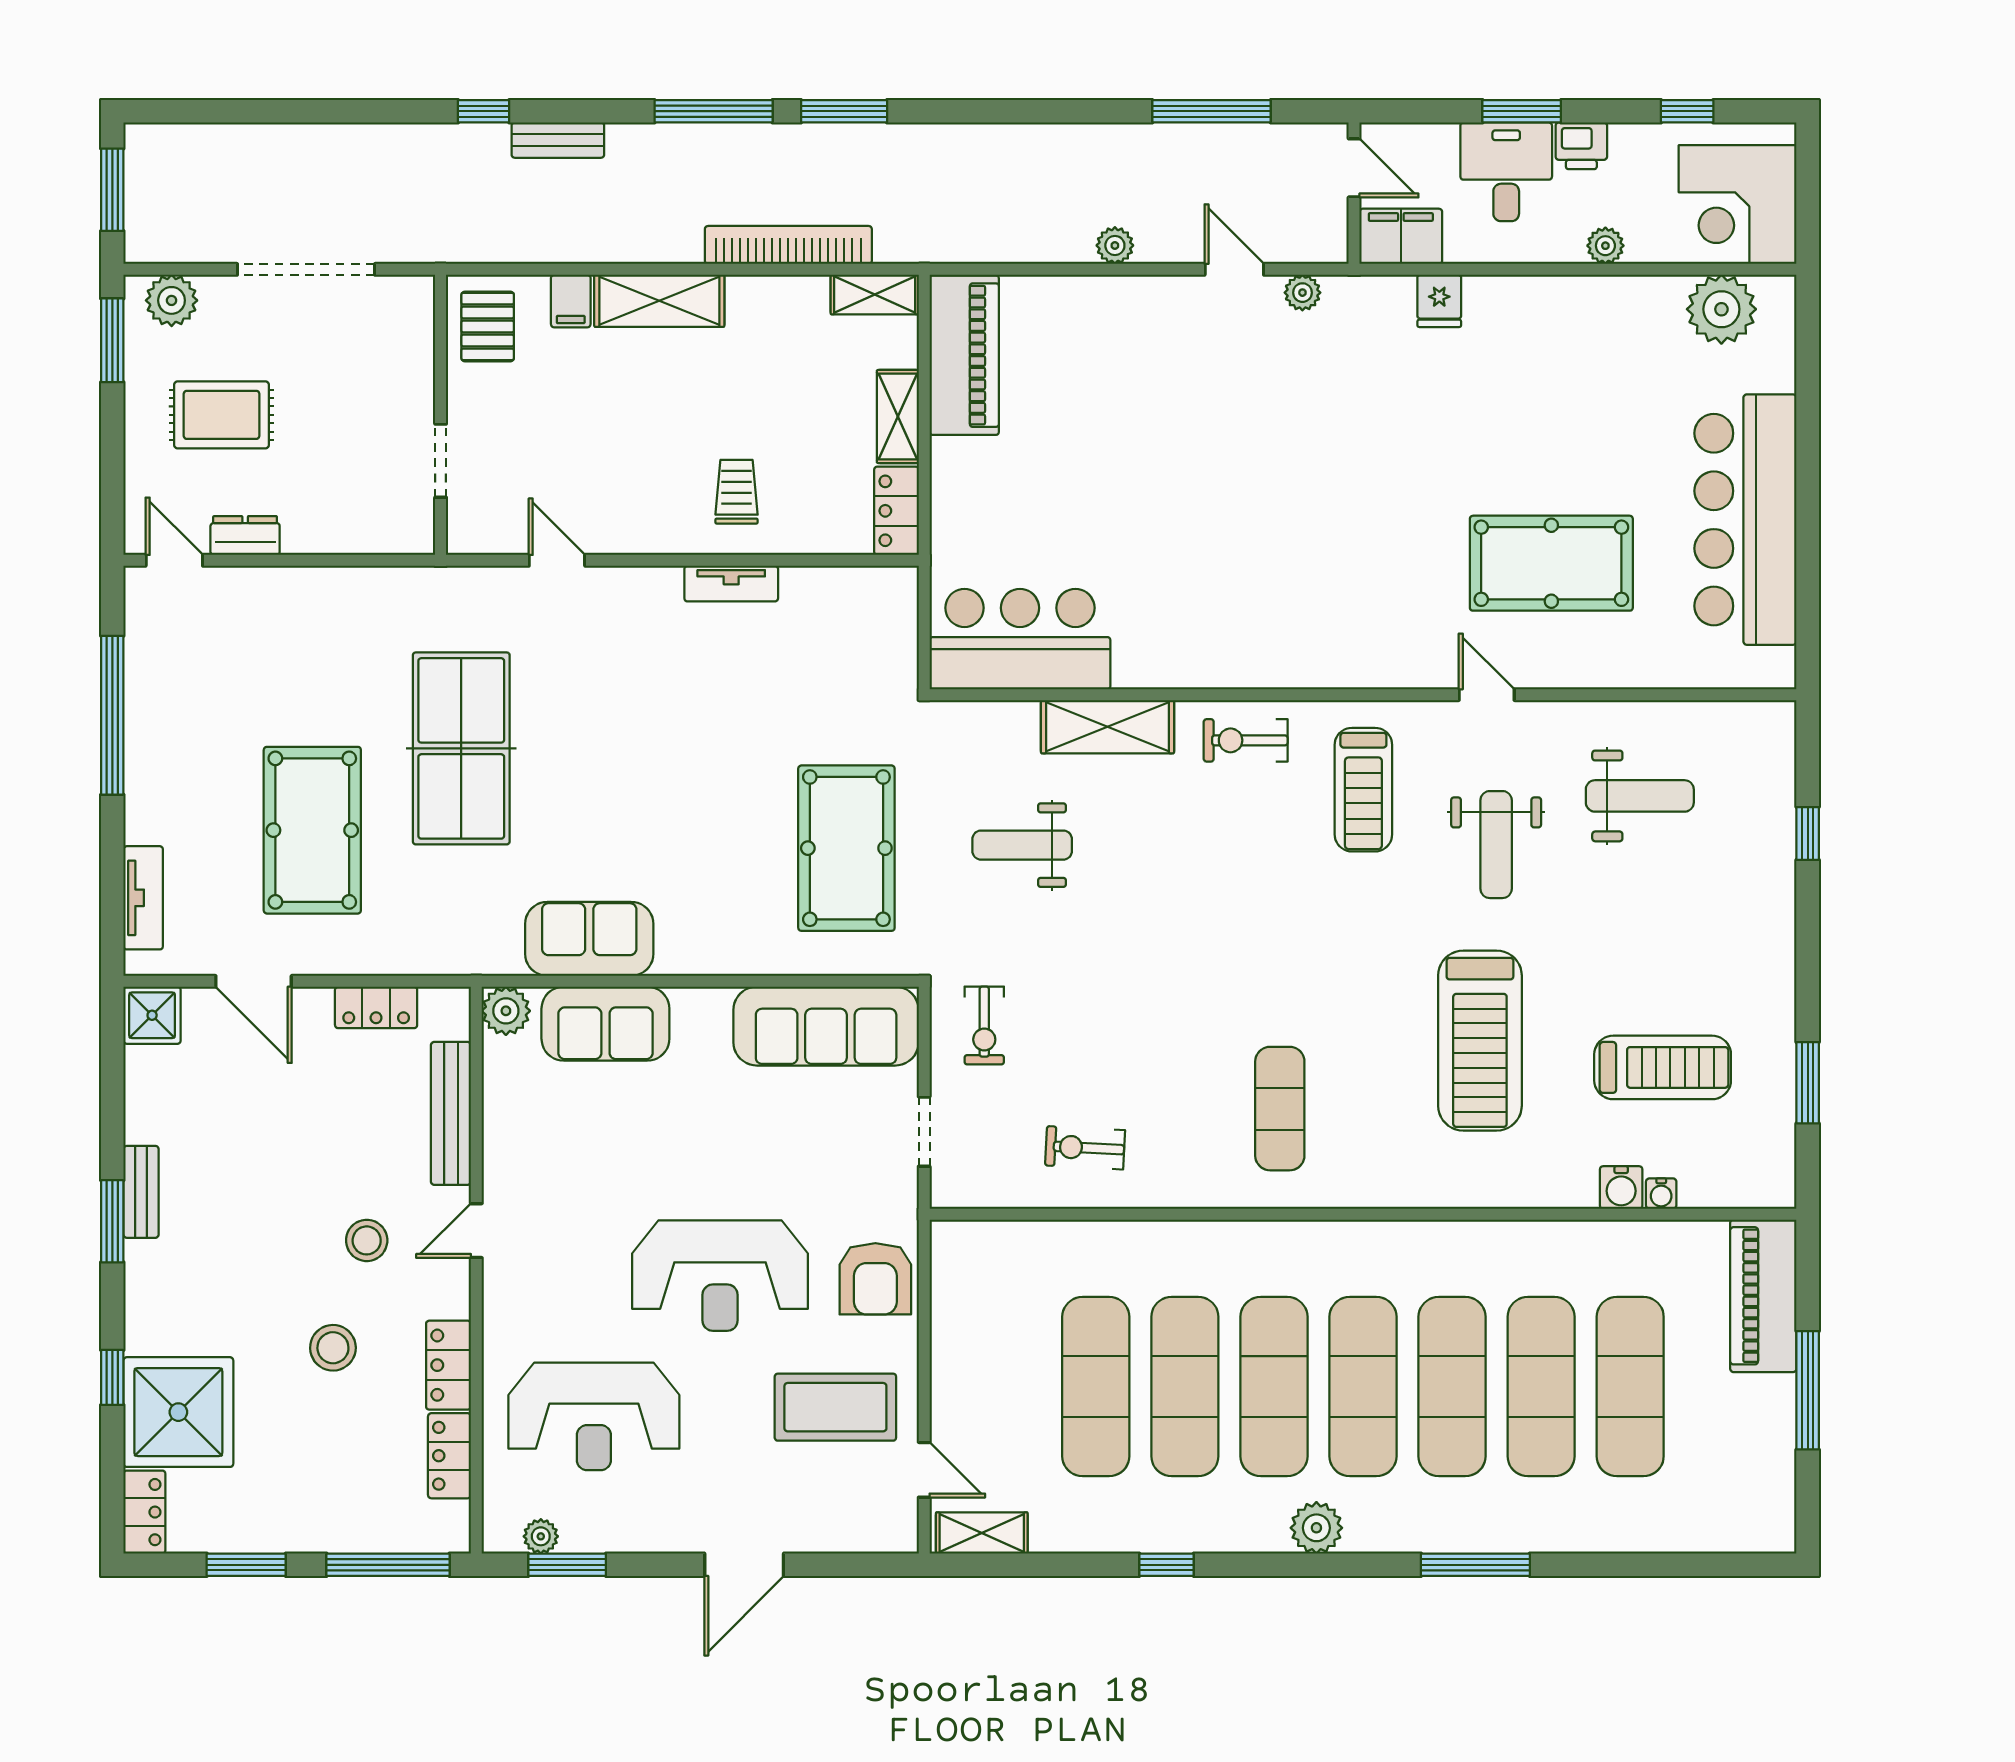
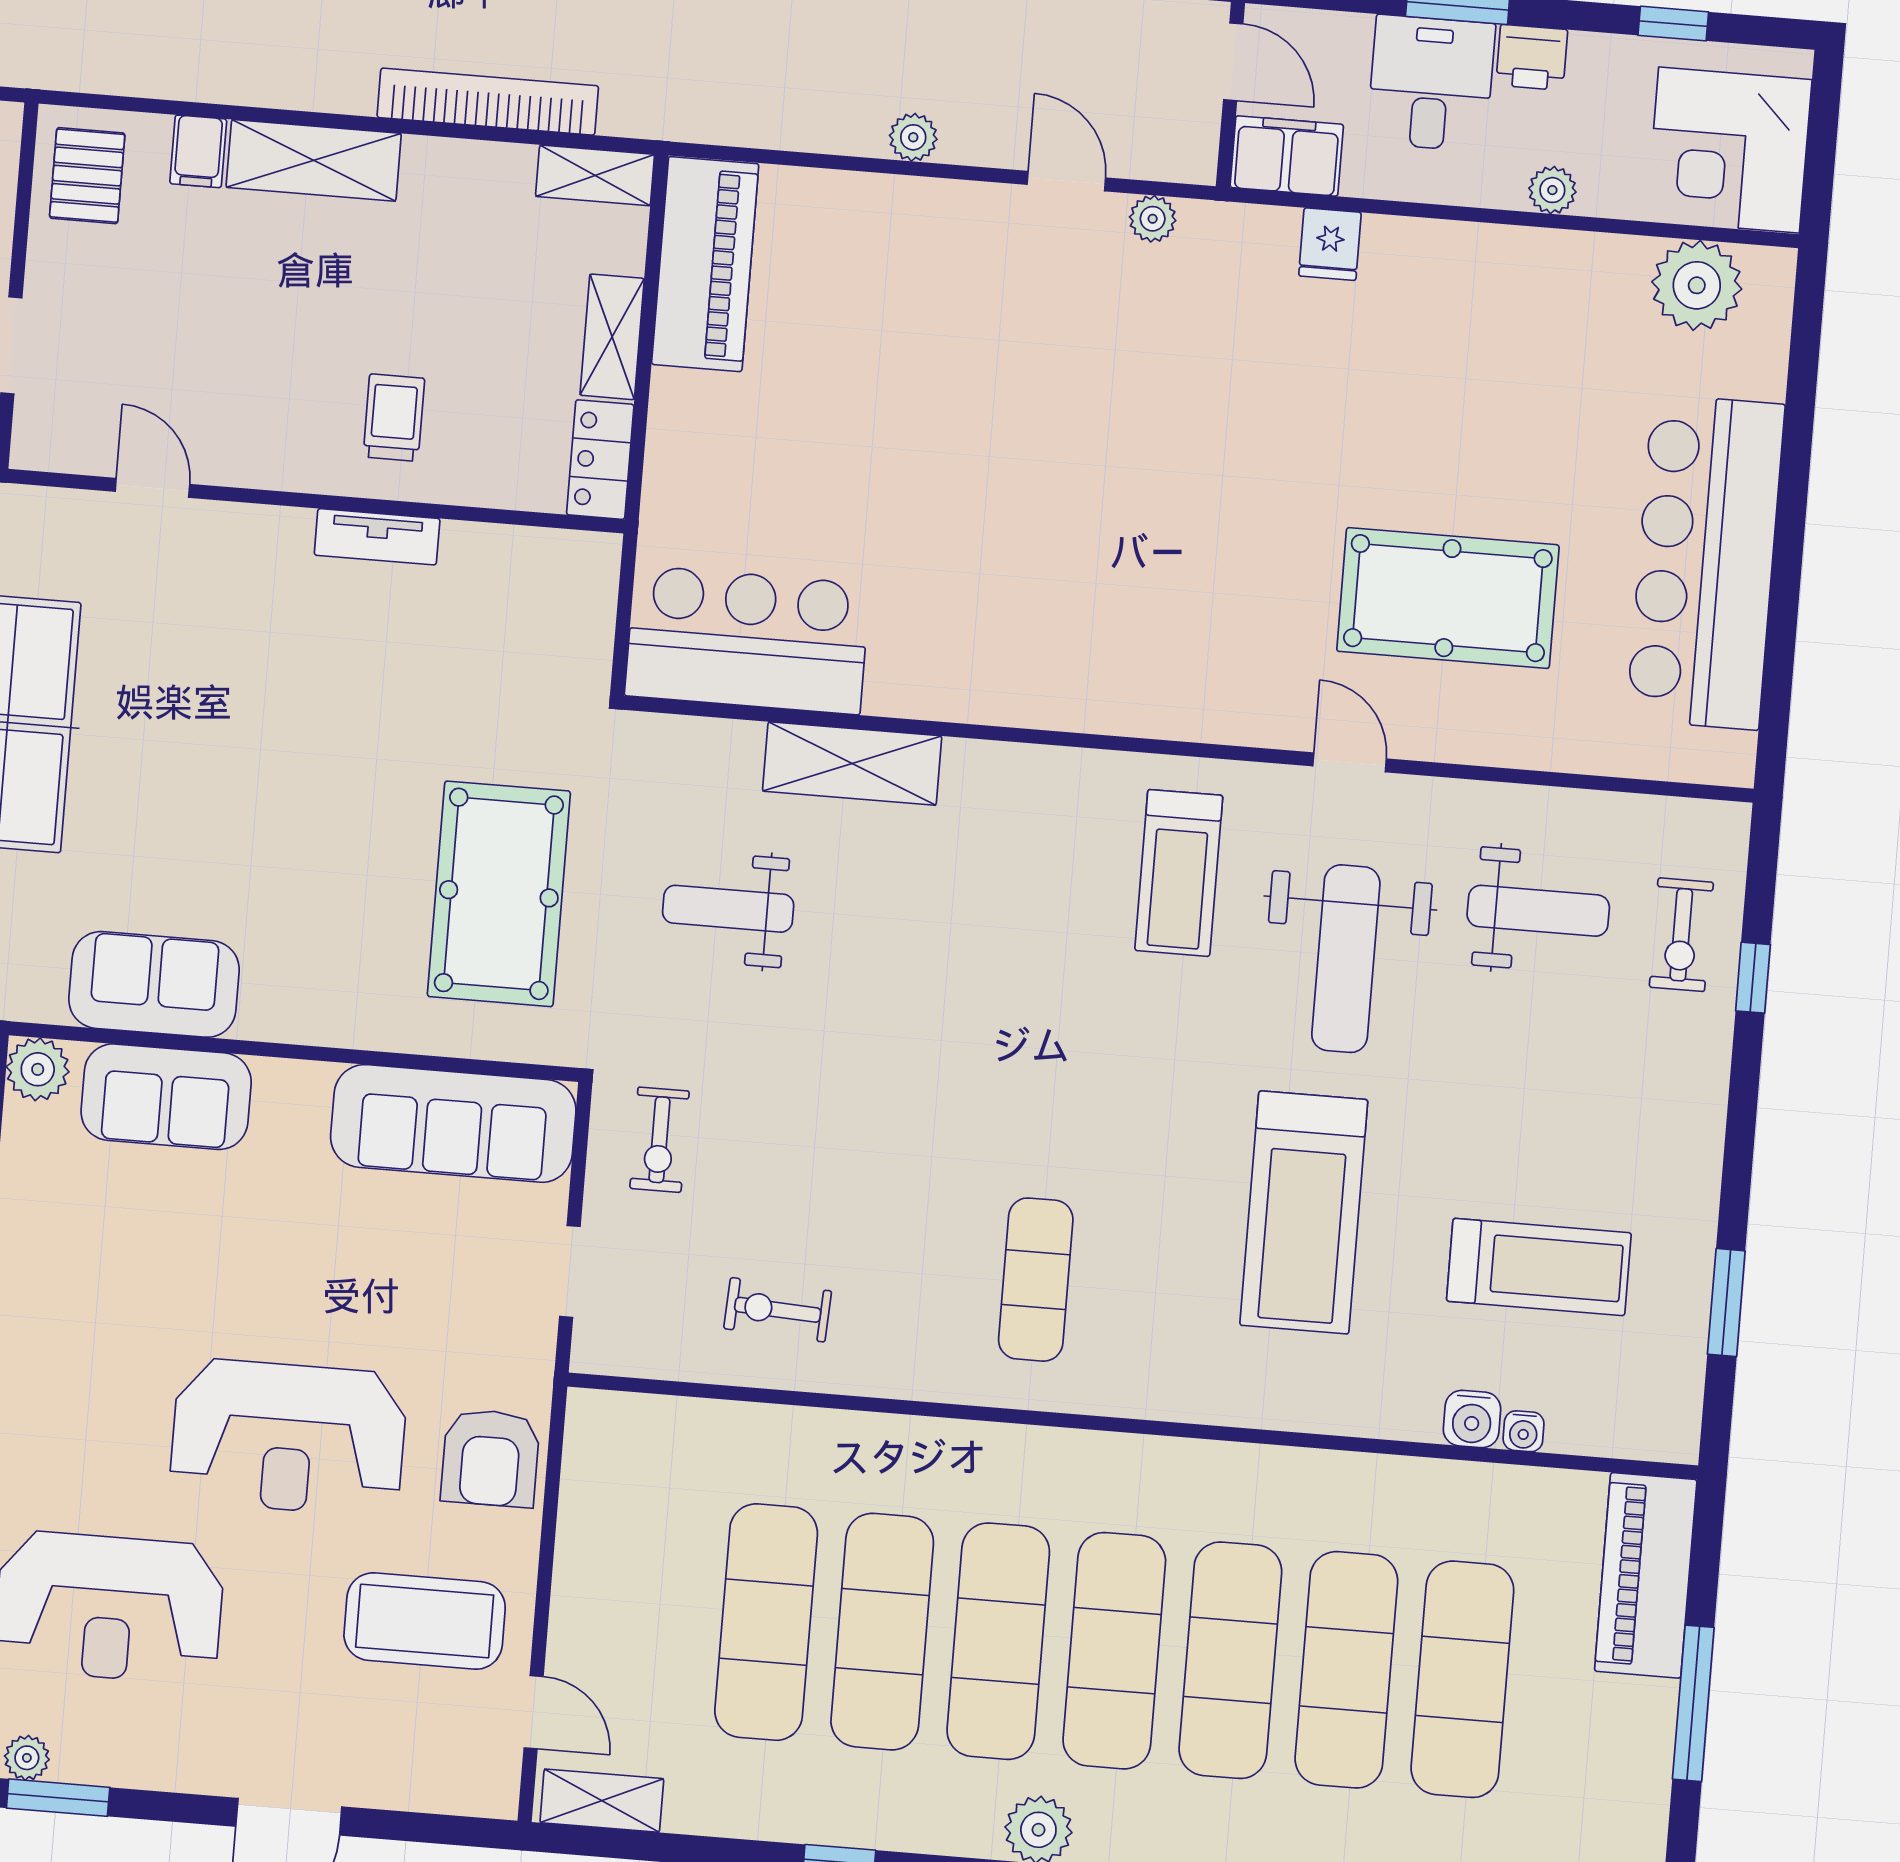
exercise bike: (1246, 740) -> (1681, 935), moved, turned -90
weight bench: (1496, 845) -> (1346, 959), width x1.36, depth x1.33

